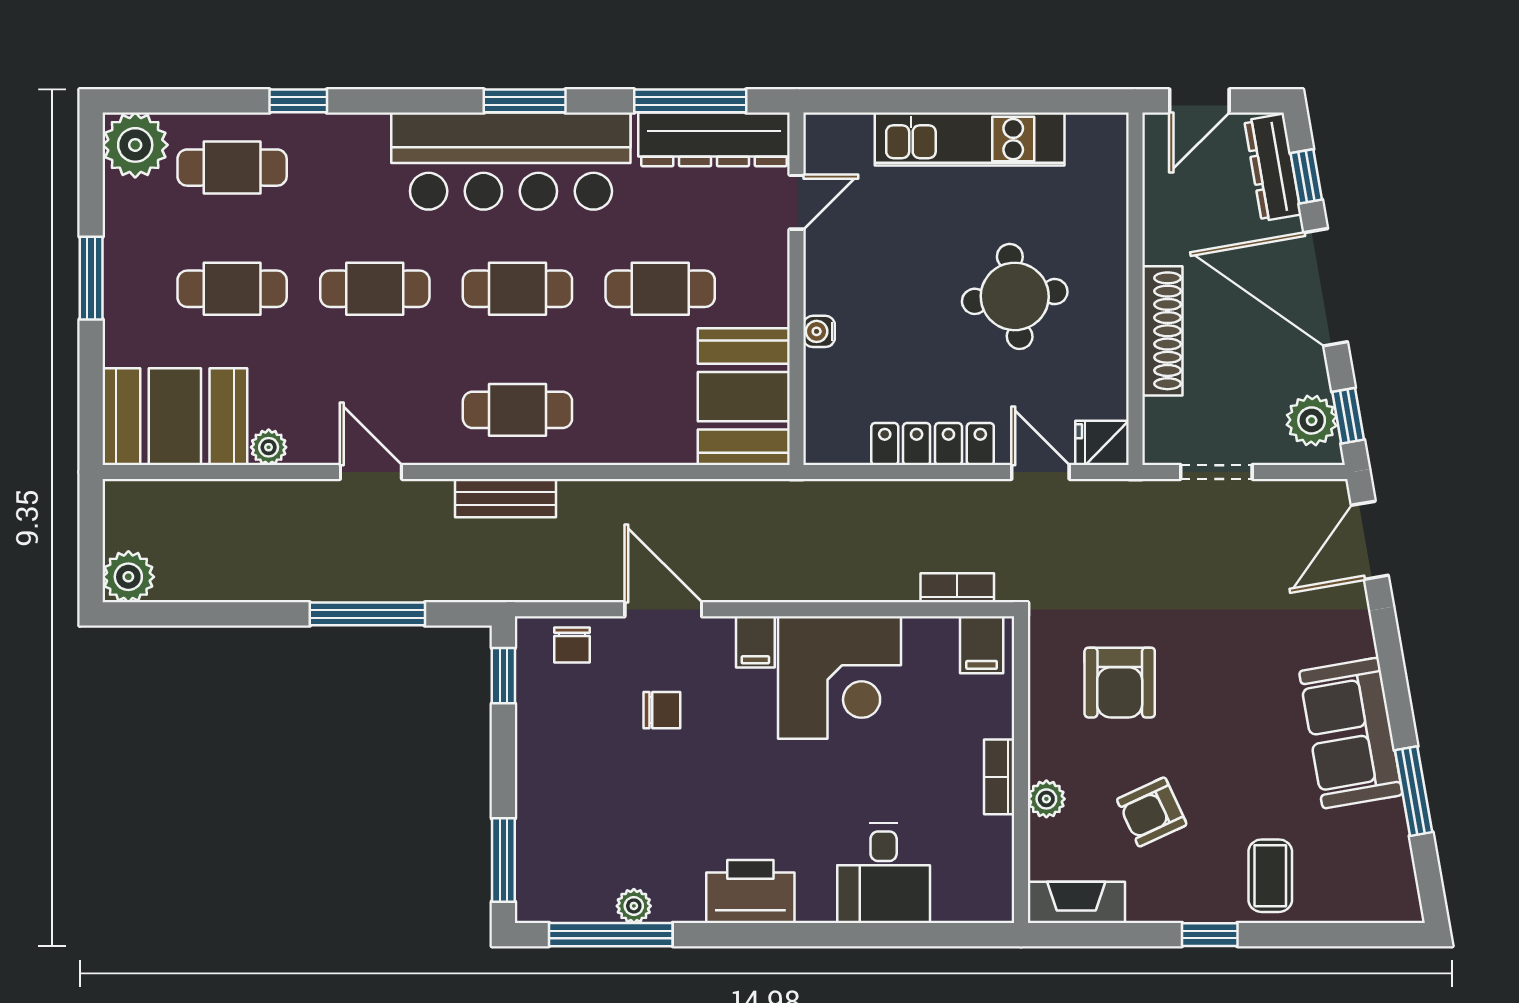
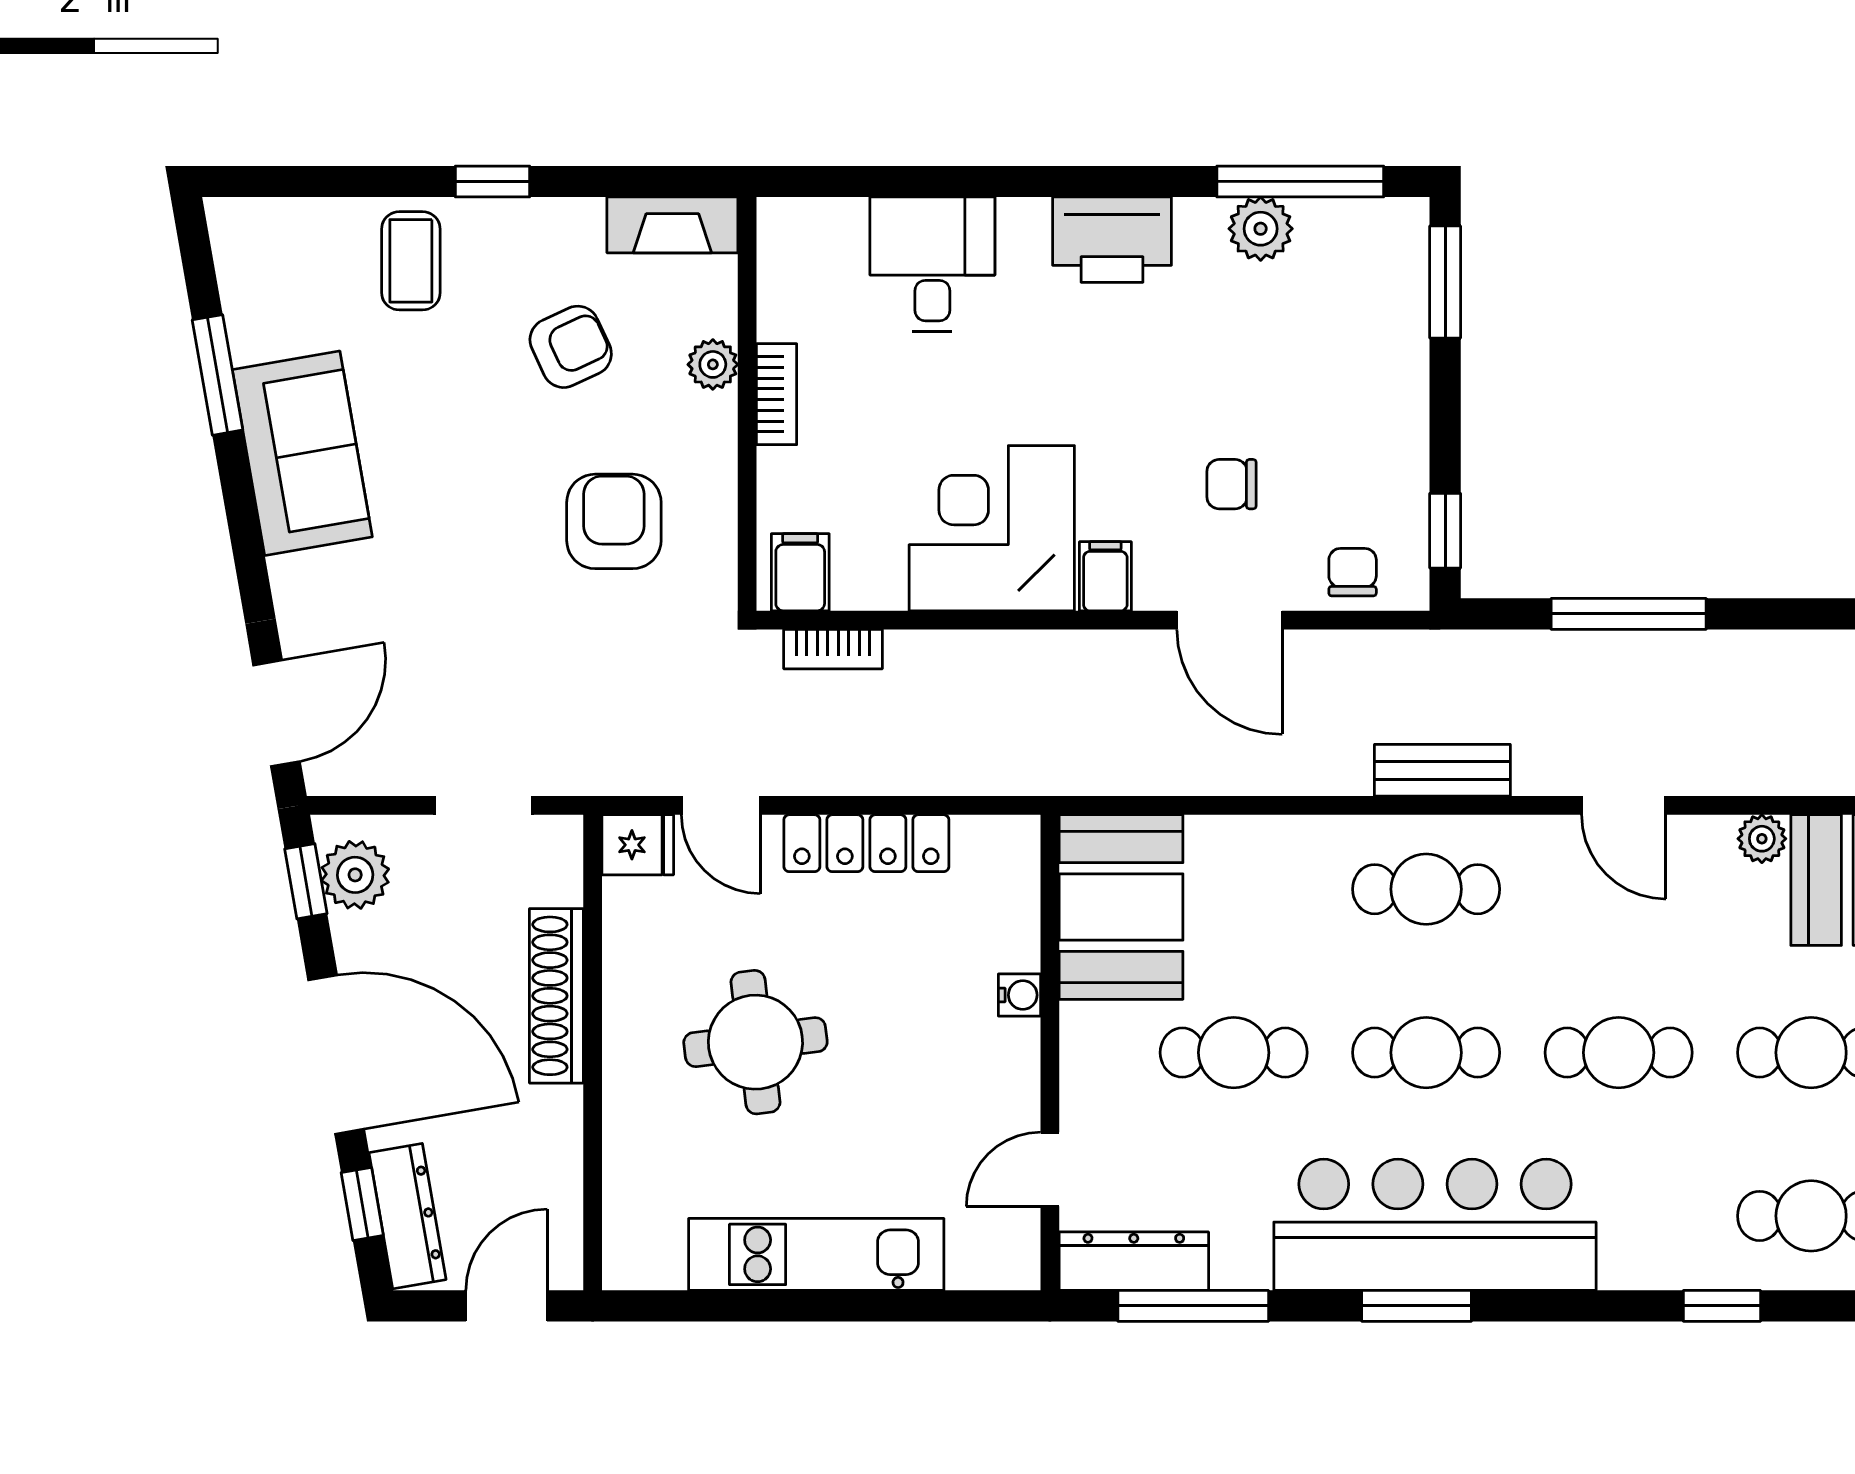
dresser: (714, 139) -> (1134, 1261), width x0.73, depth x0.80
plant: (634, 906) -> (1261, 229), width x1.38, depth x1.38

